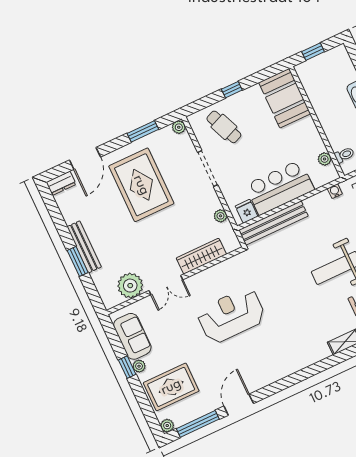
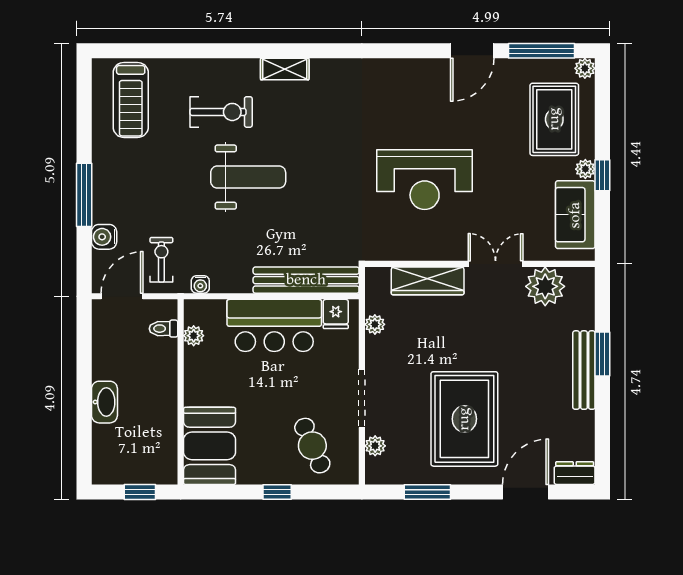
plant: (179, 127) -> (375, 446), moved
rug: (171, 387) -> (554, 119), turned 90

